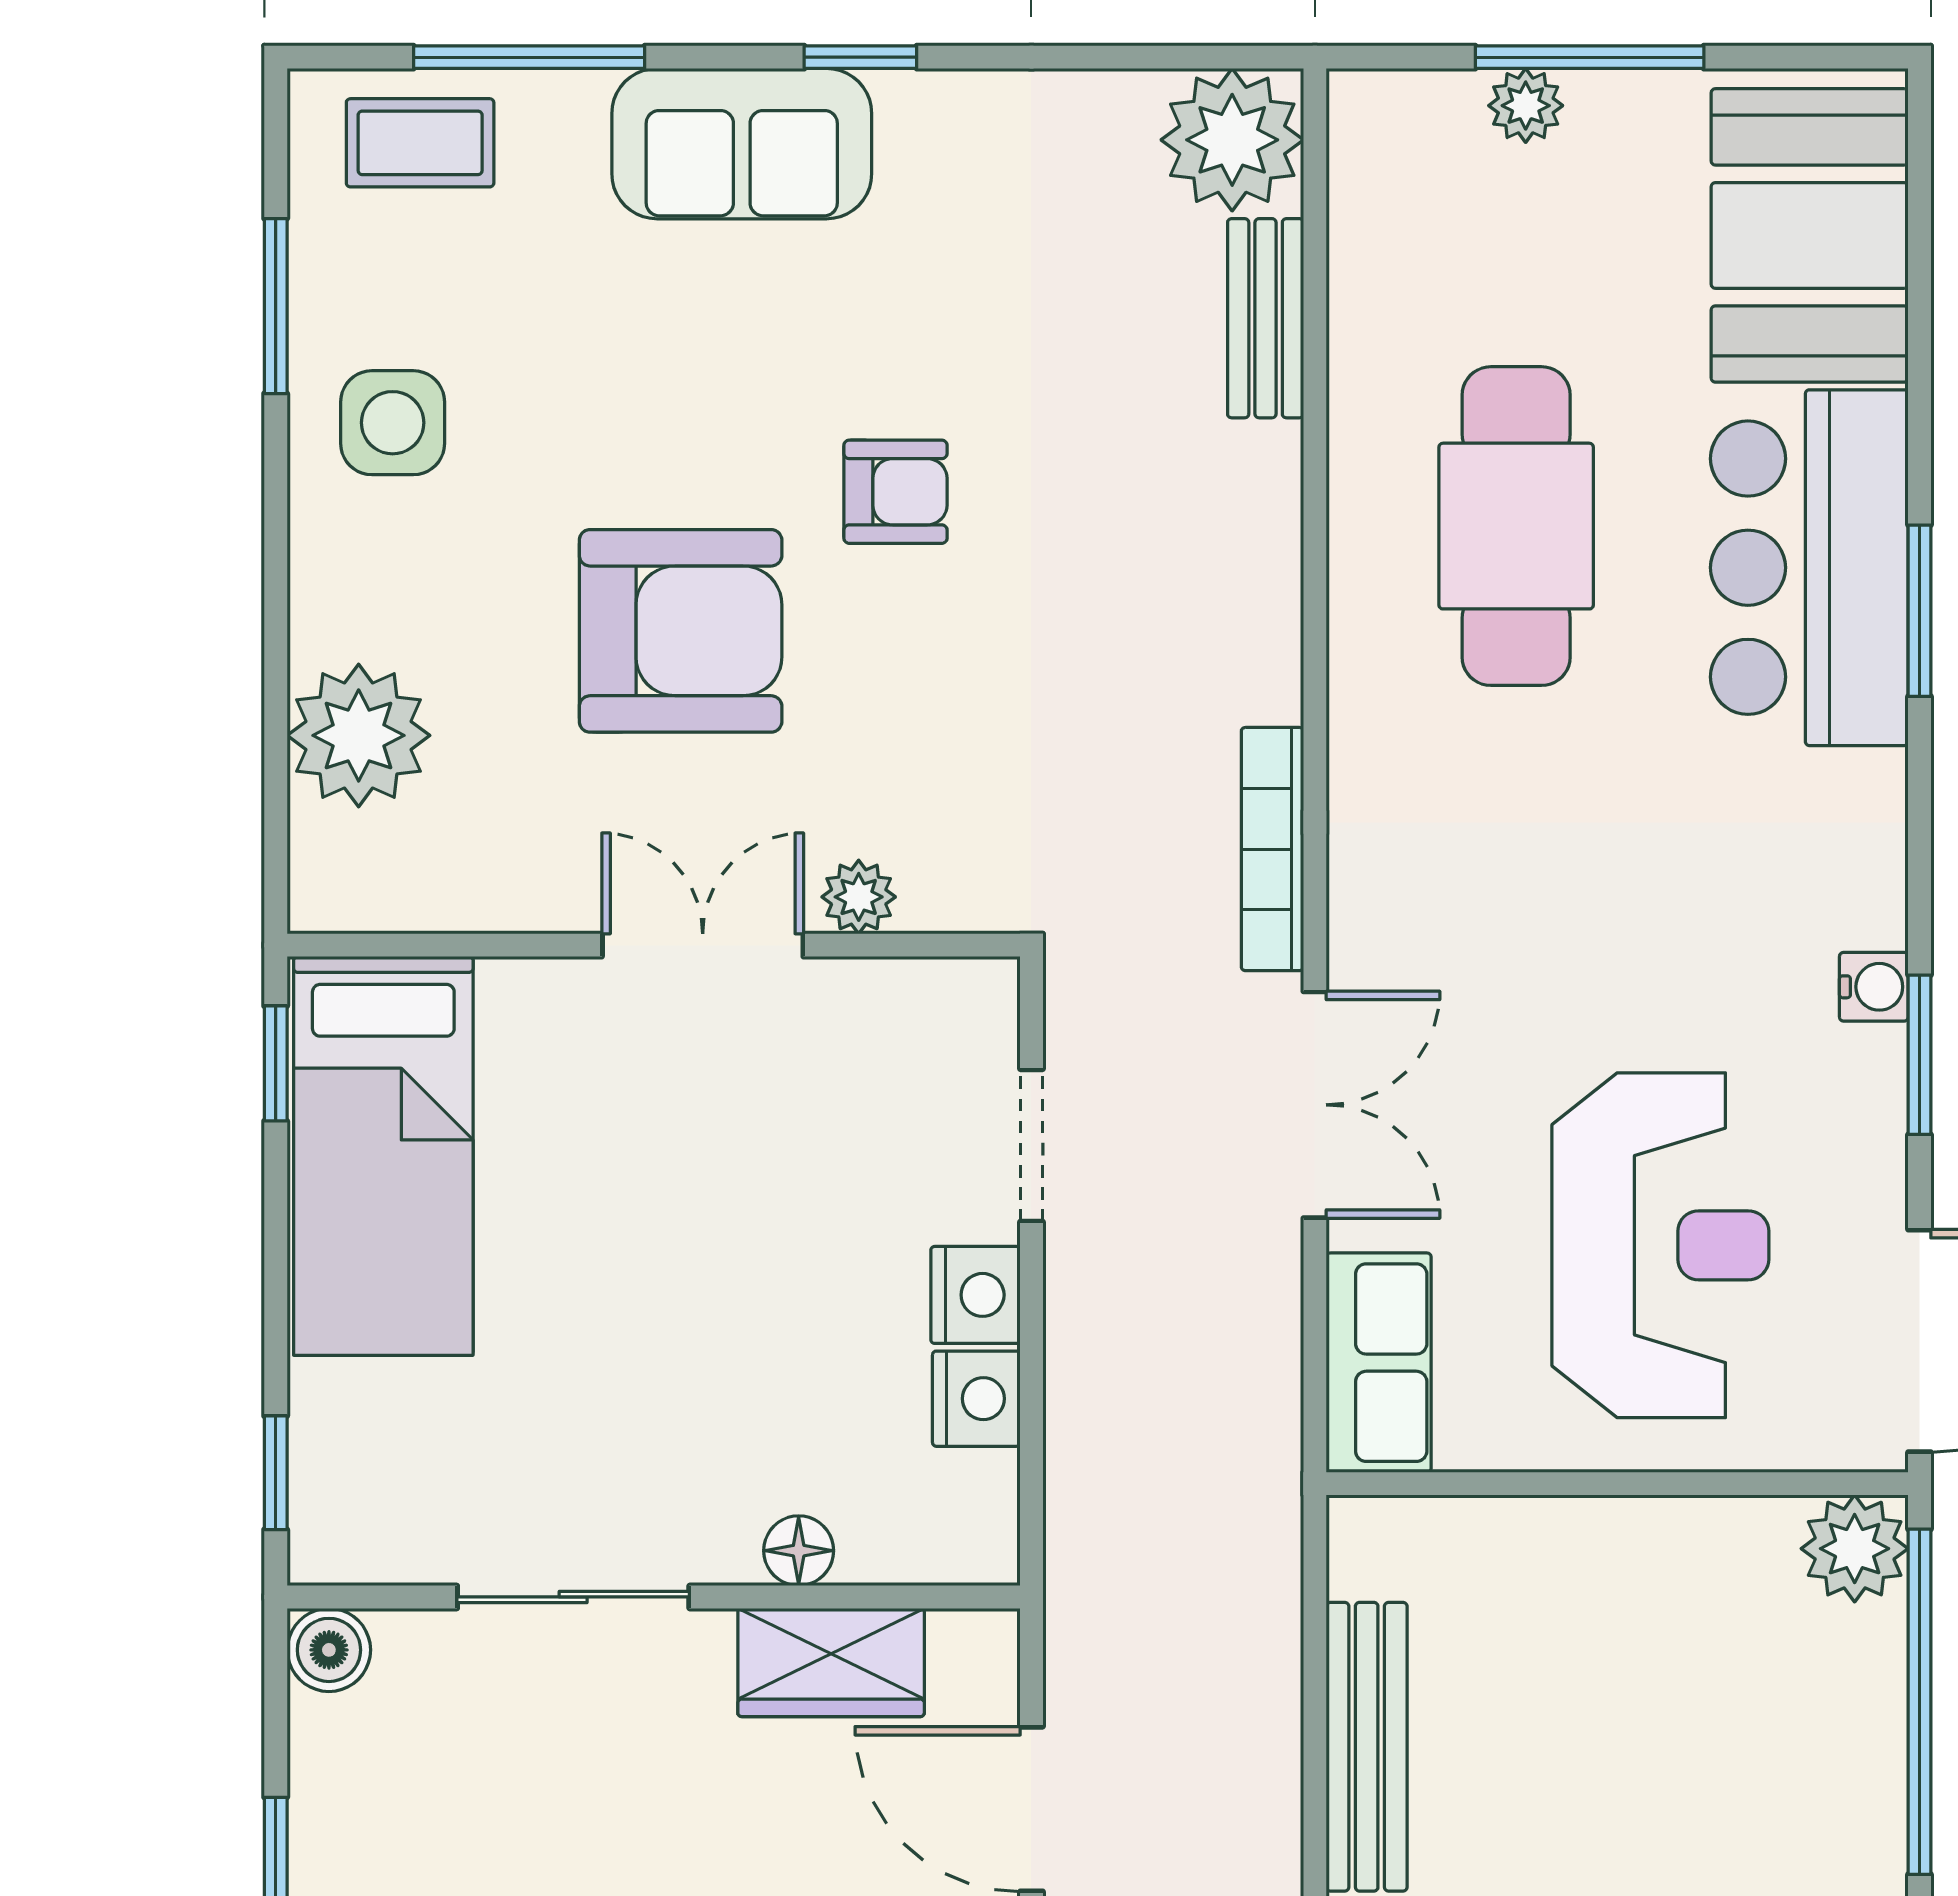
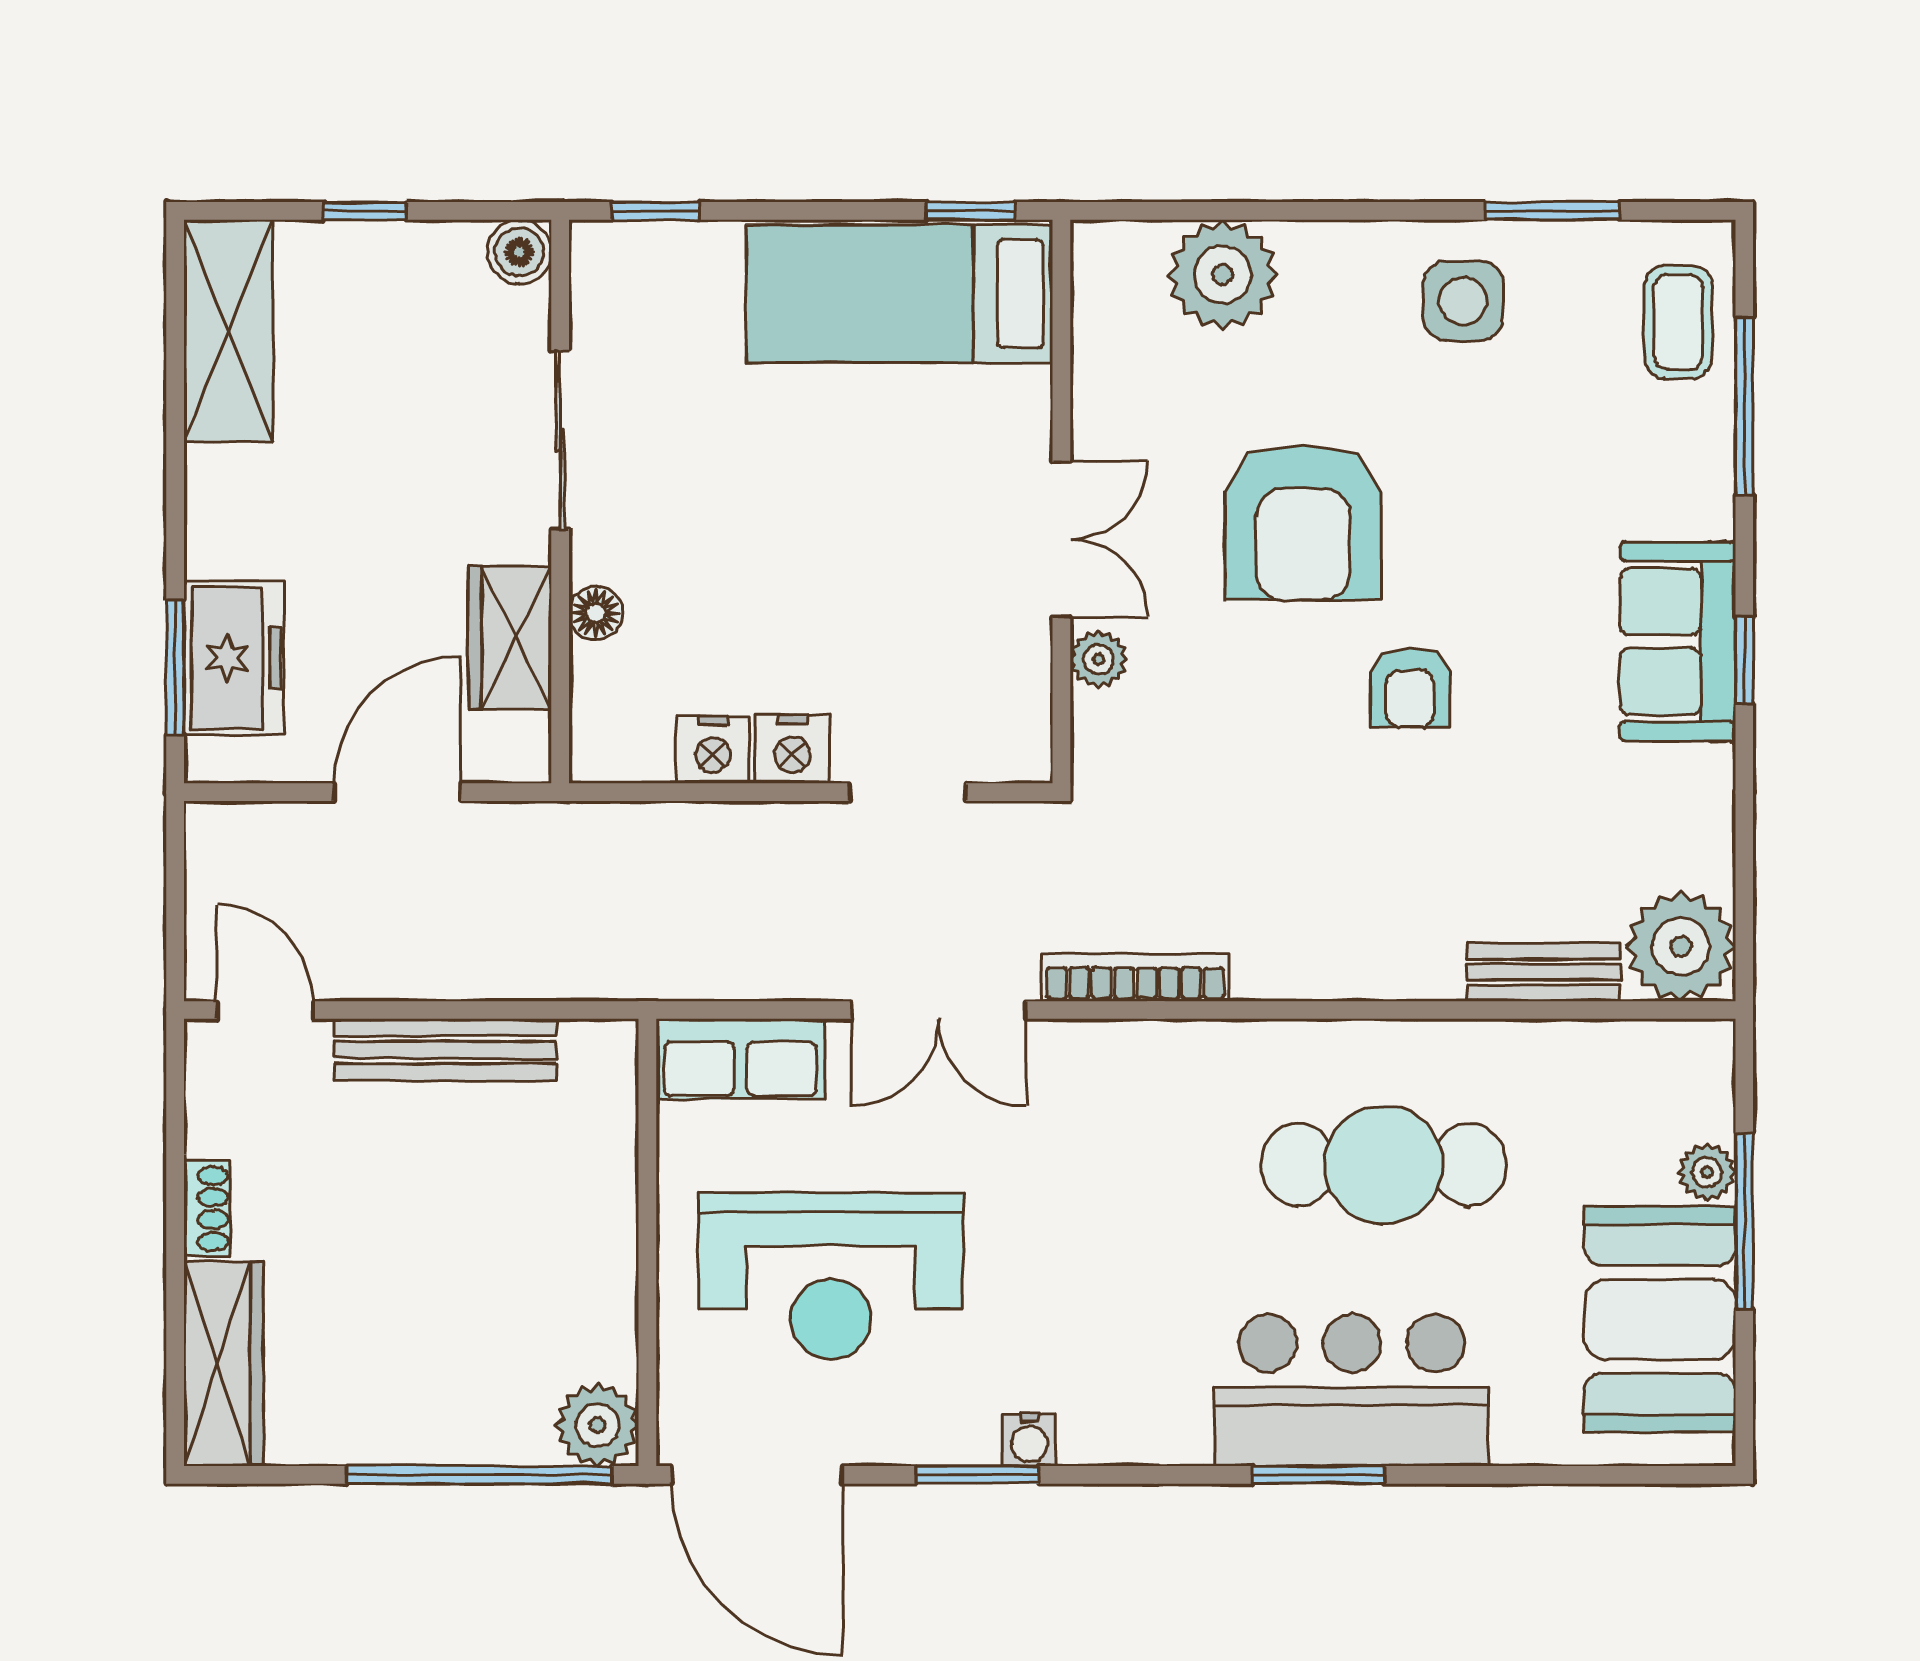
sofa: (742, 144) -> (1678, 641), moved
booth: (1810, 235) -> (1660, 1319), moved, turned 90

